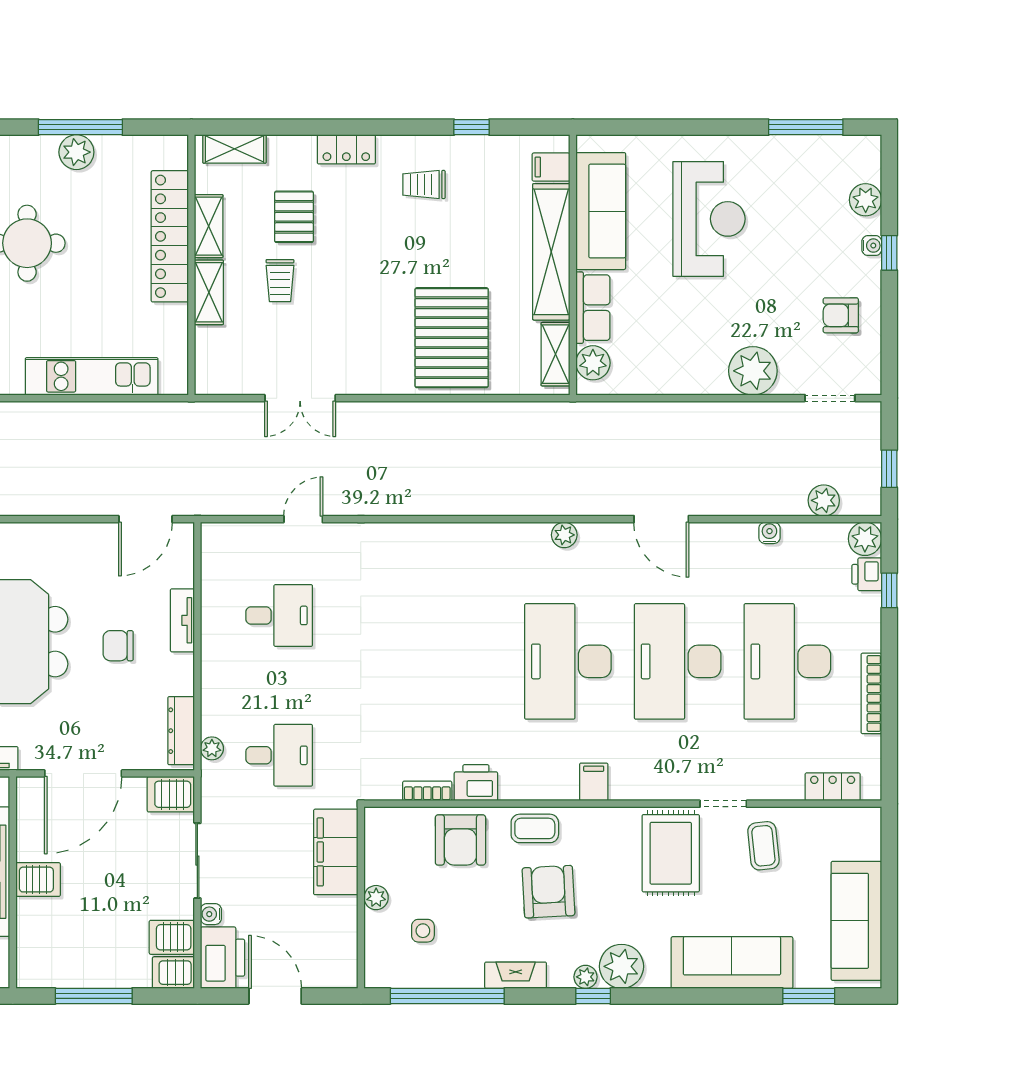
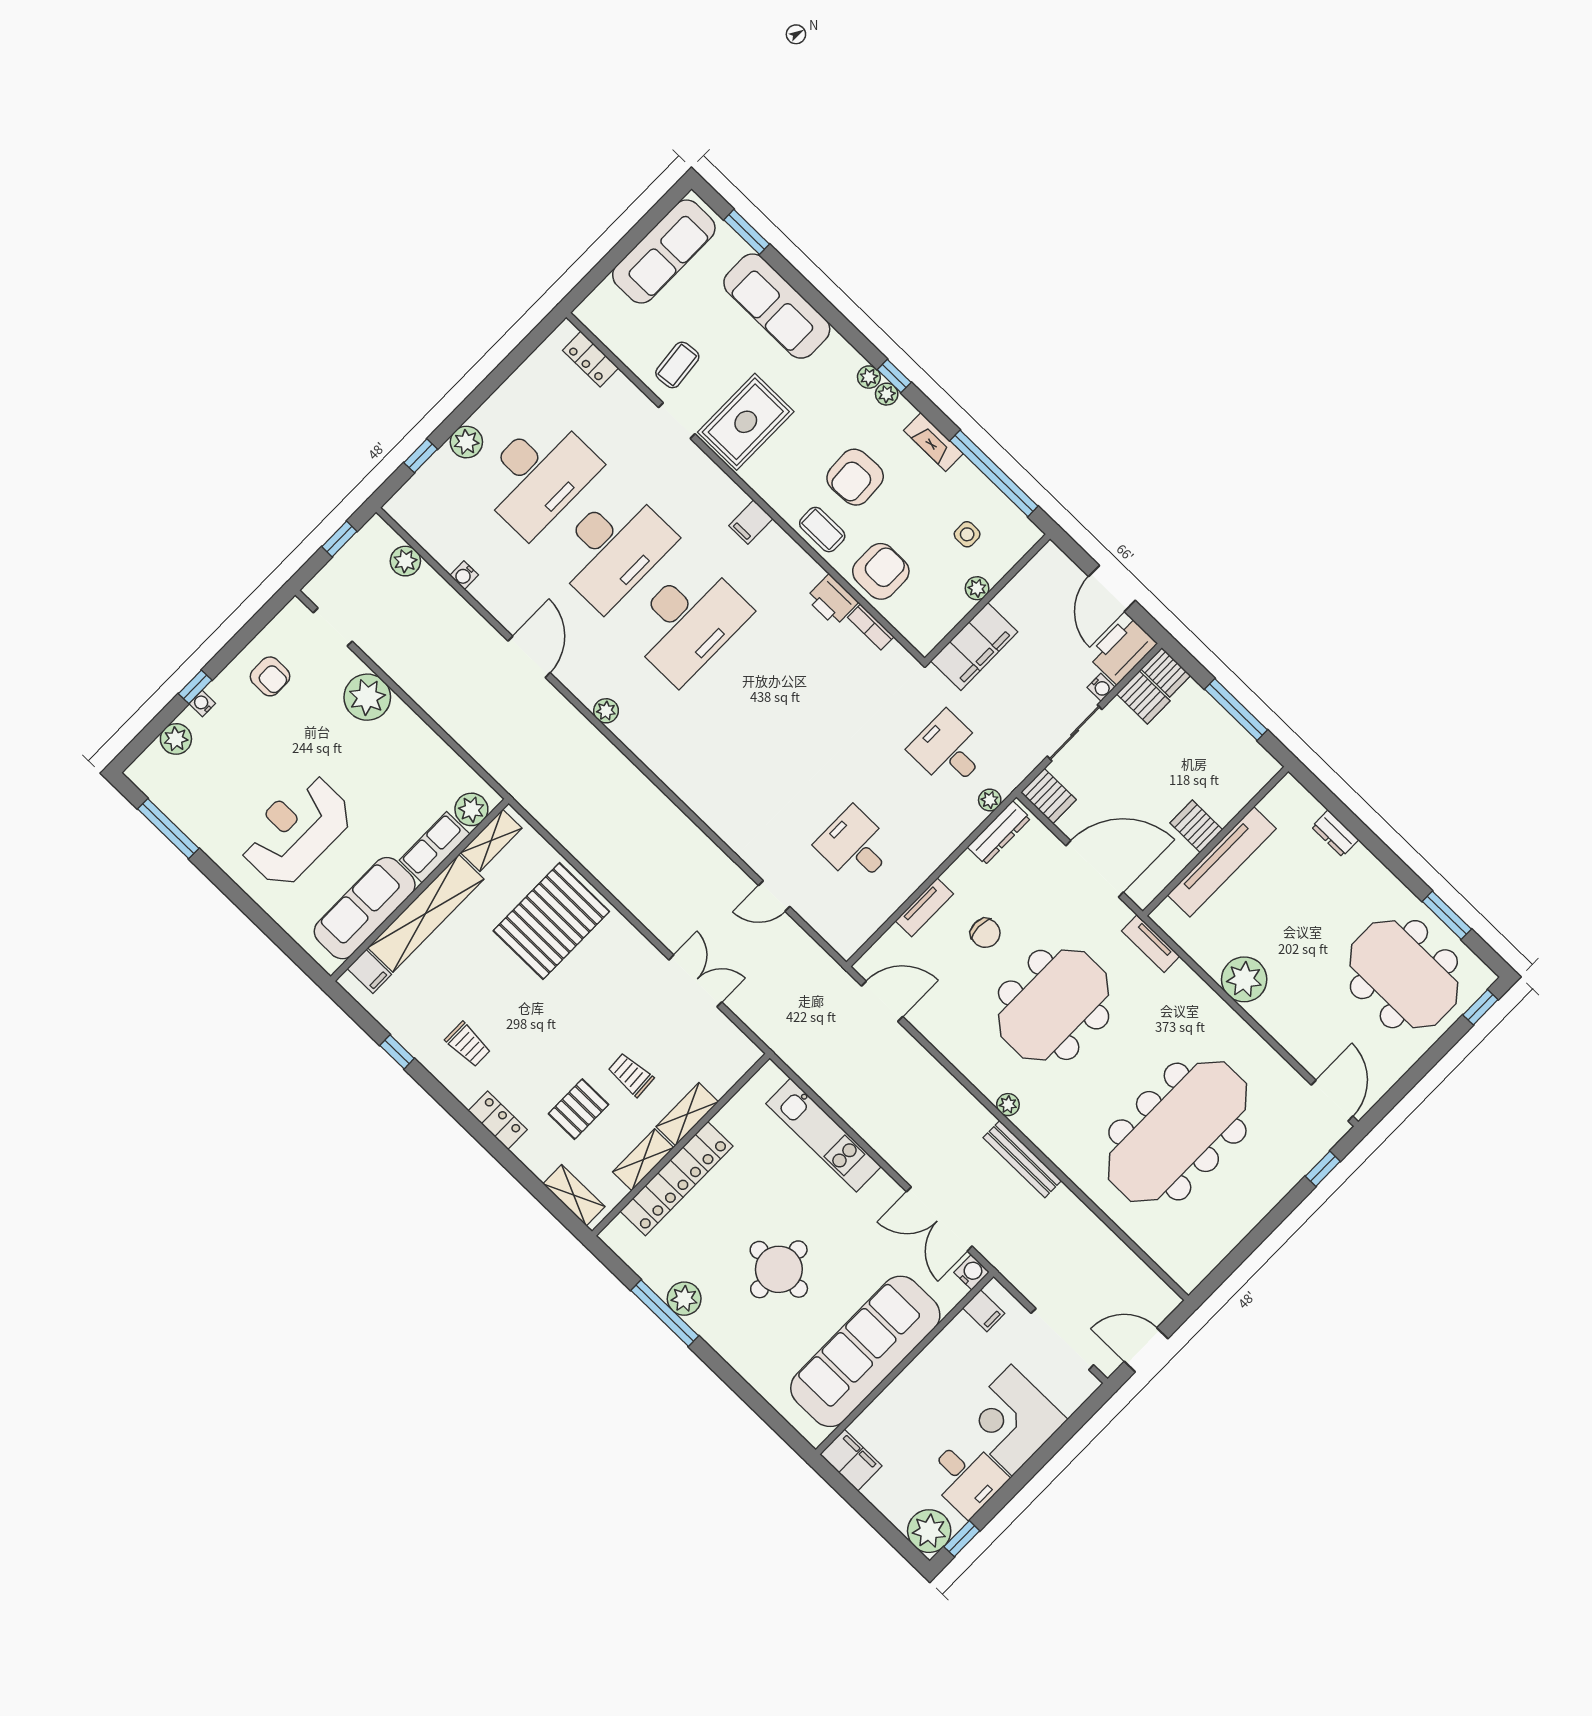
trolley: (280, 281) -> (631, 1075), turned -93
plant: (865, 539) -> (466, 442), moved
printer: (867, 574) -> (425, 482), removed
bookcase: (871, 693) -> (502, 397), removed
plant: (621, 966) -> (869, 377), width x0.53, depth x0.53

